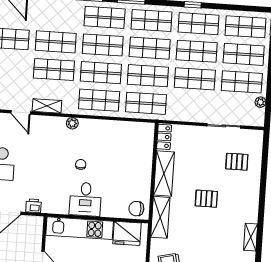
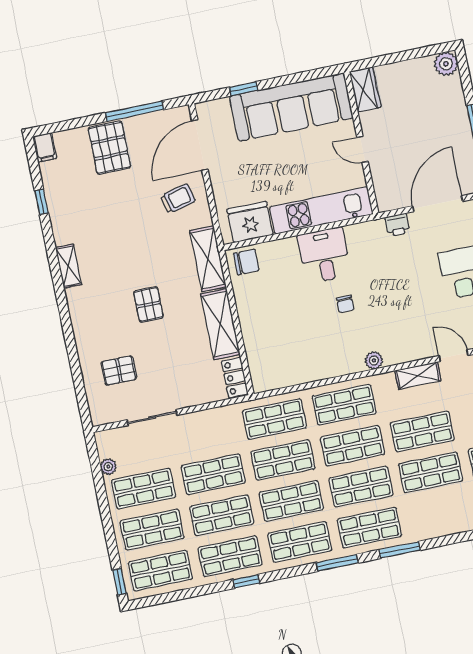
pallet: (206, 199) -> (148, 304), turned 90

